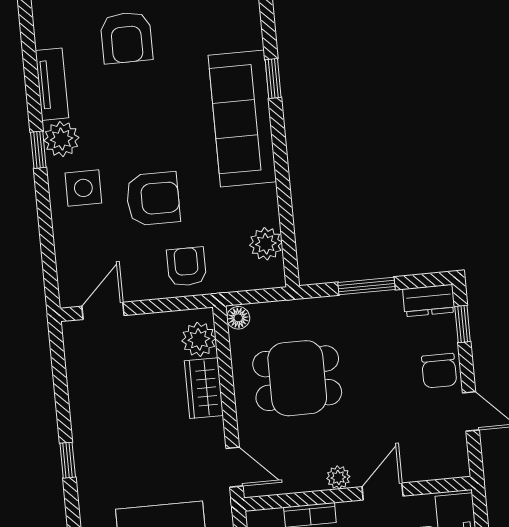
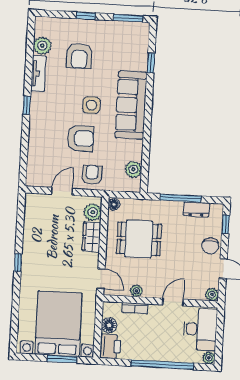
window: (273, 79) -> (151, 63), moved
plant: (61, 139) -> (42, 46), moved
side table: (83, 188) -> (91, 105), moved
window: (366, 286) -> (180, 198), width x1.44
dresser: (429, 300) -> (196, 209), moved
door: (103, 311) -> (62, 191), moved
plant: (457, 465) -> (212, 294), added
plant: (338, 477) -> (136, 291), moved

